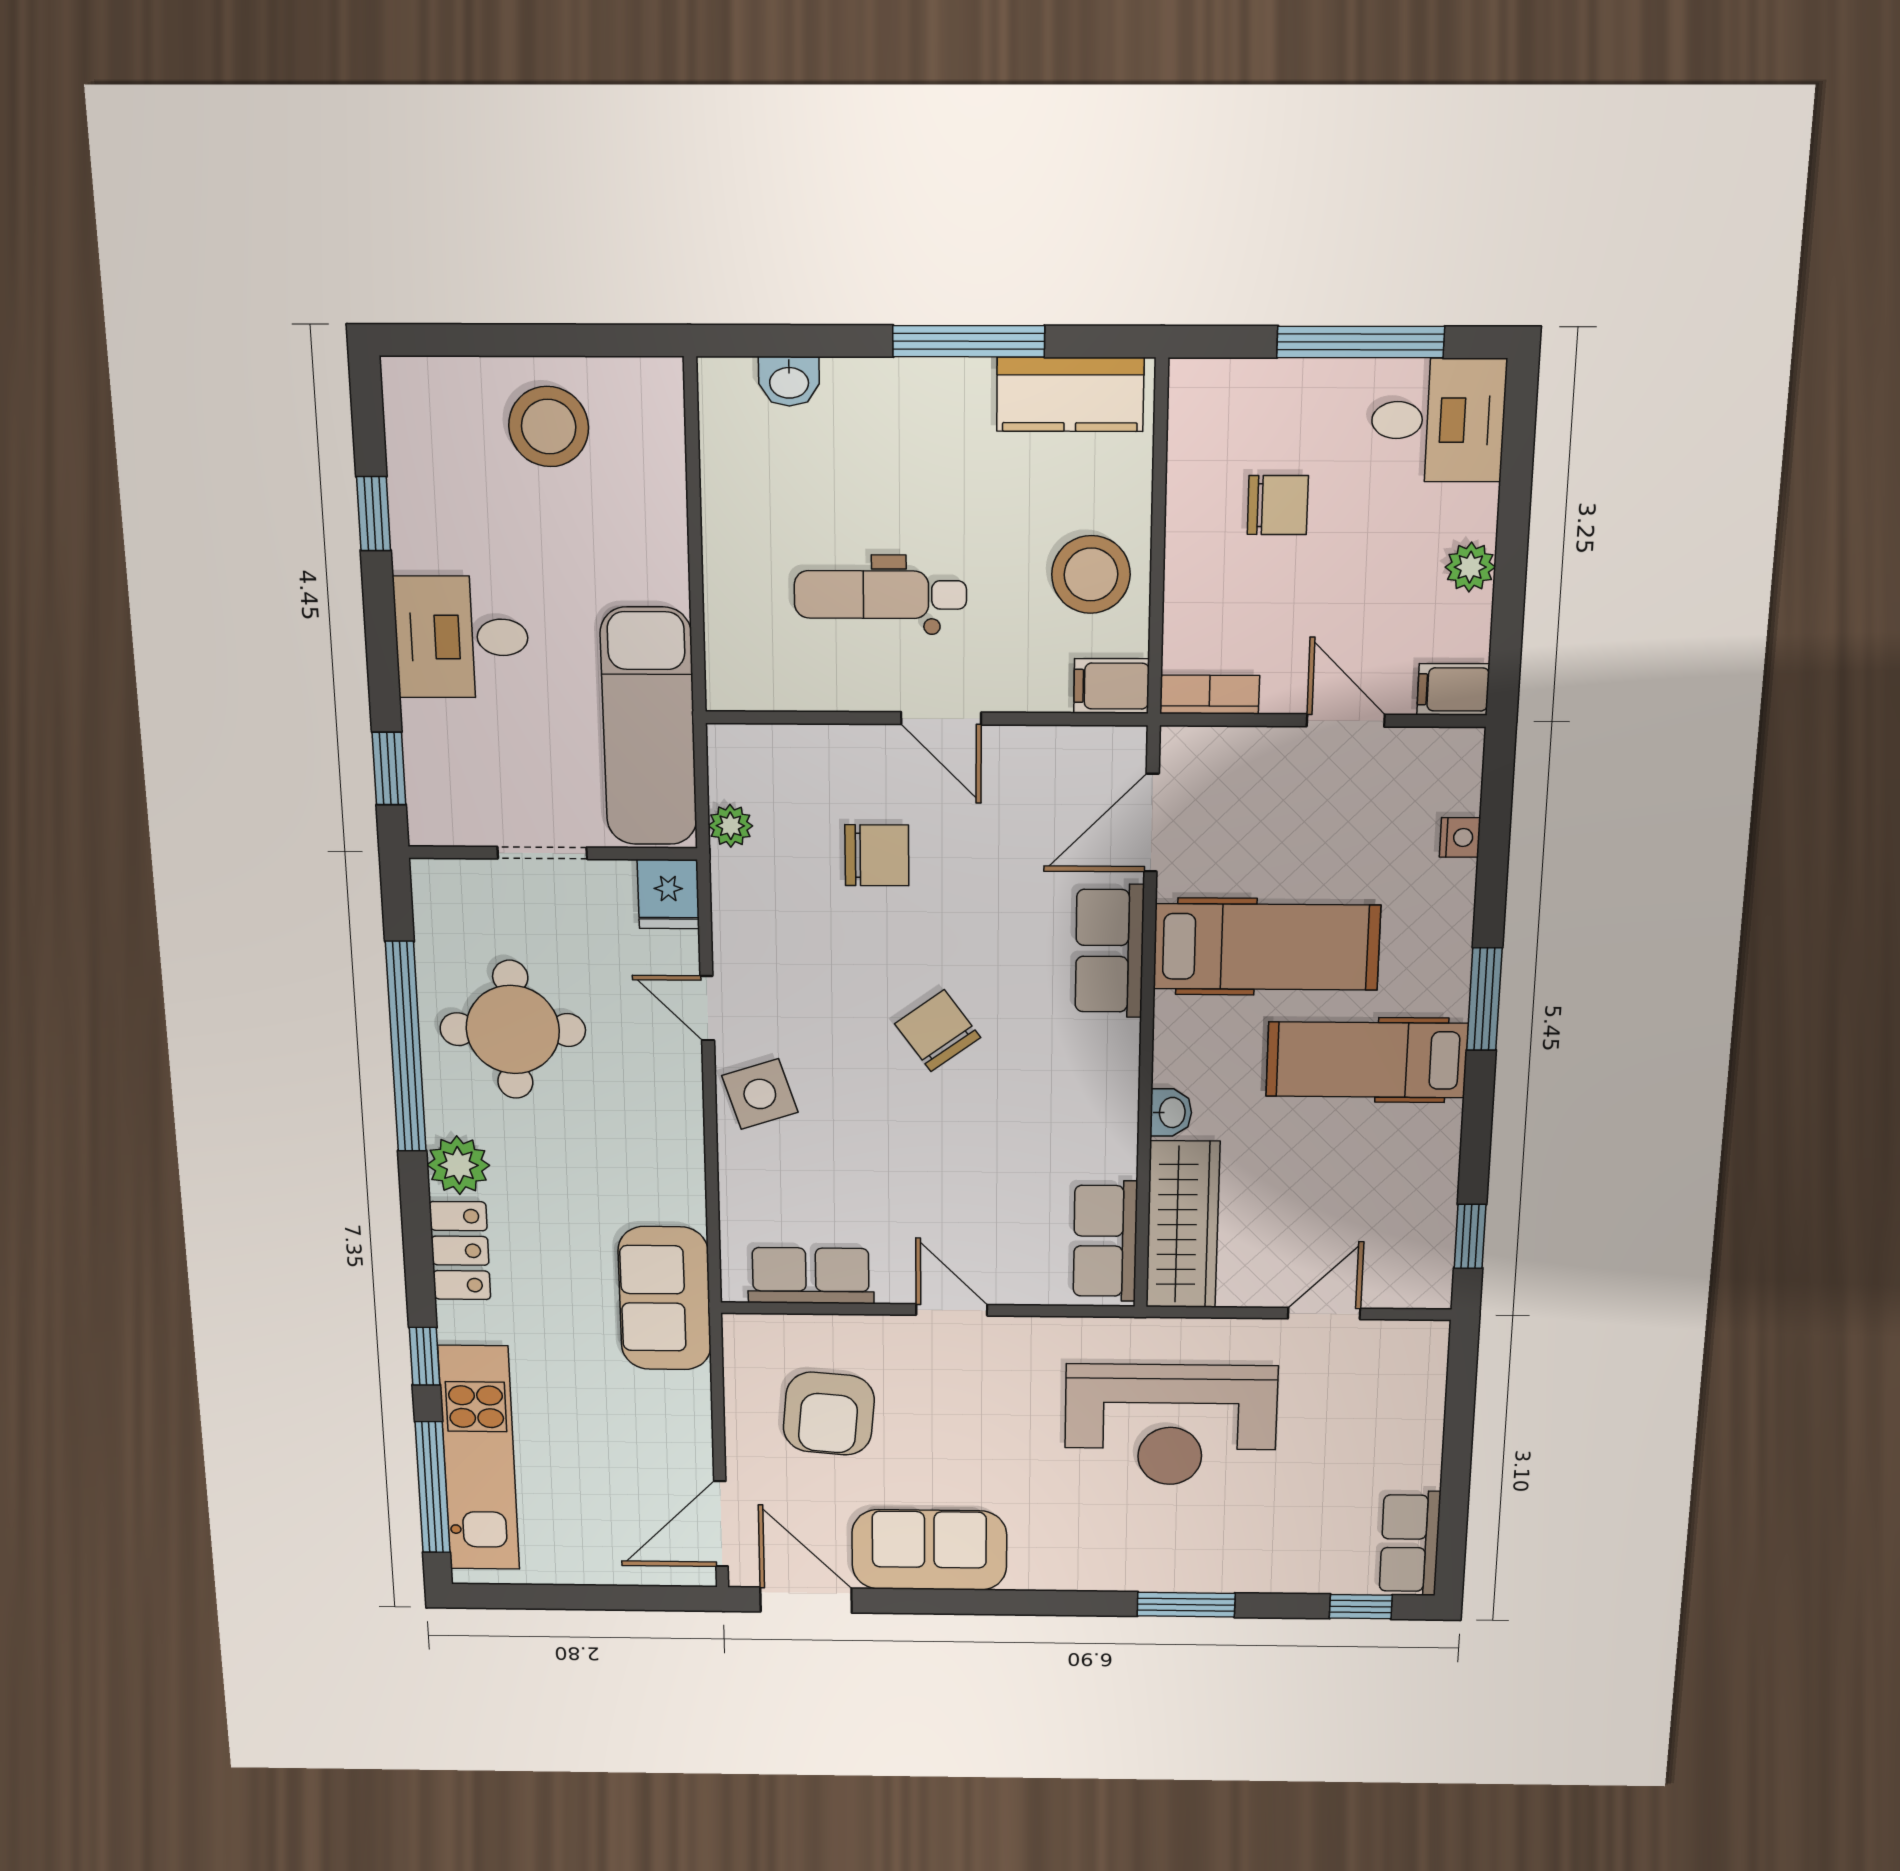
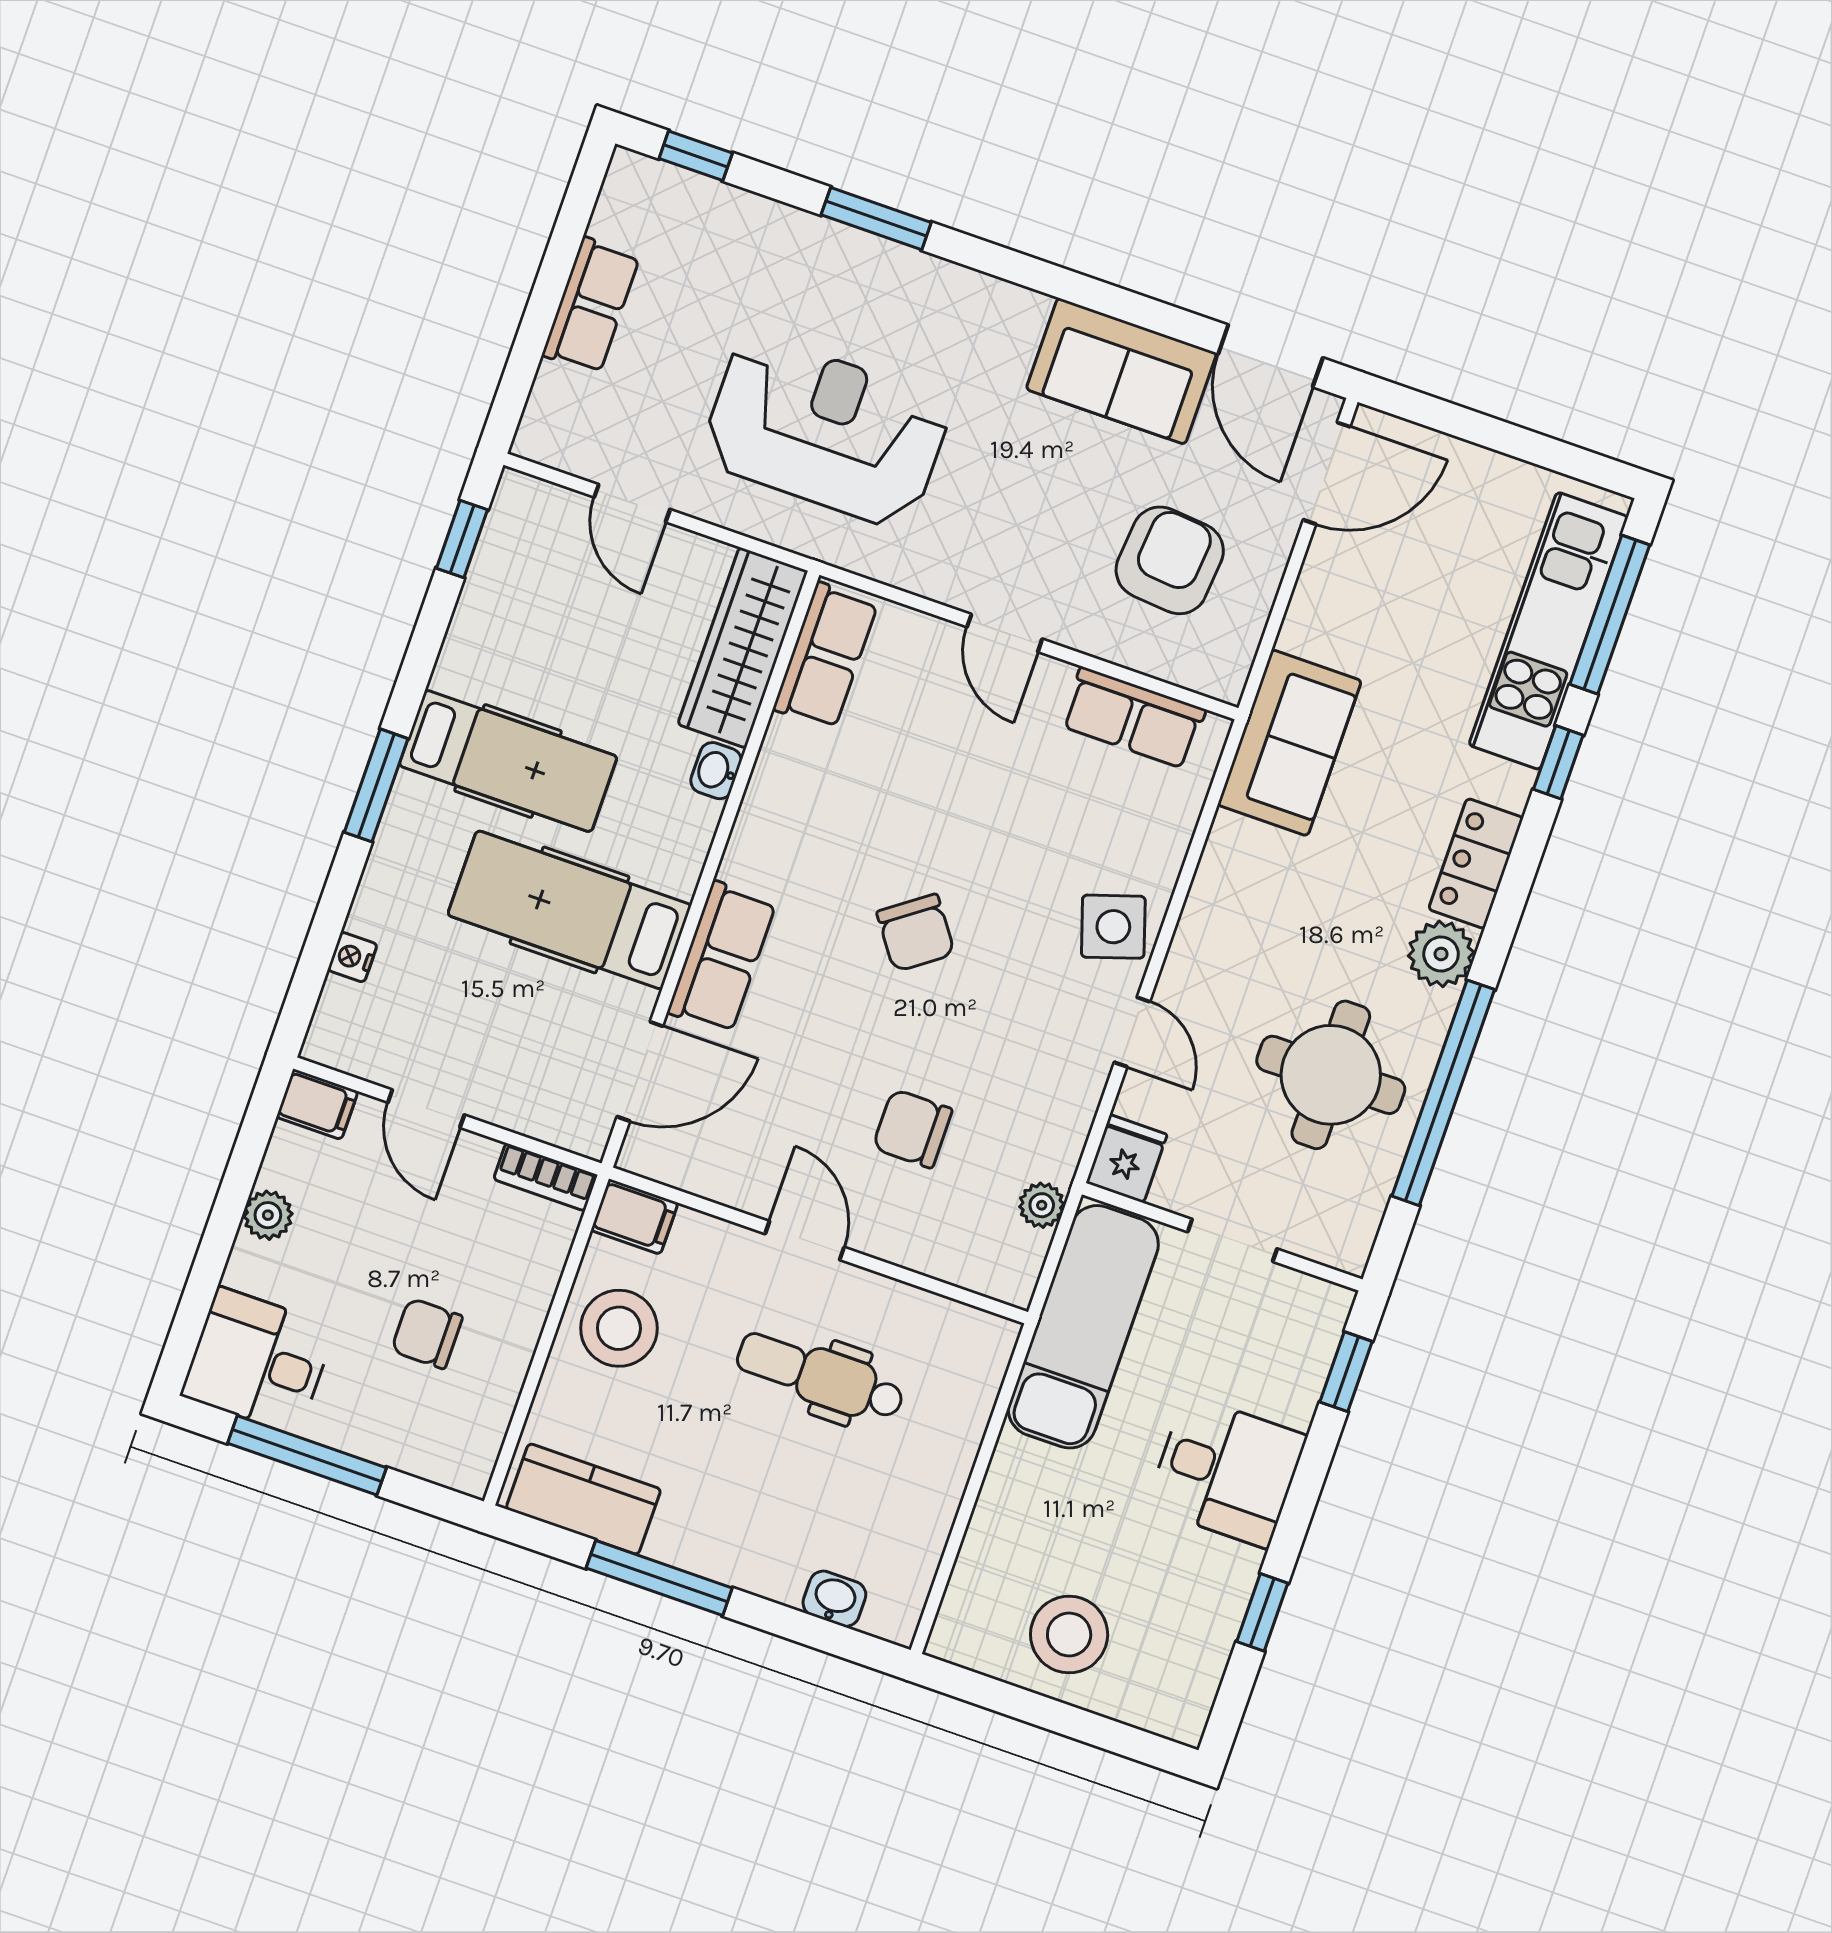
dental chair: (880, 595) -> (820, 1376), turned 180
door: (1324, 1313) -> (632, 503), hinge flipped
row of seats: (1410, 1543) -> (591, 306), moved

